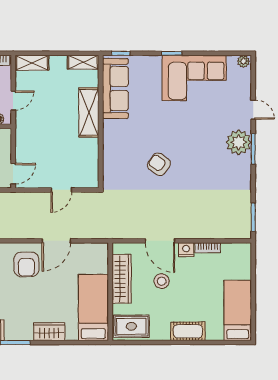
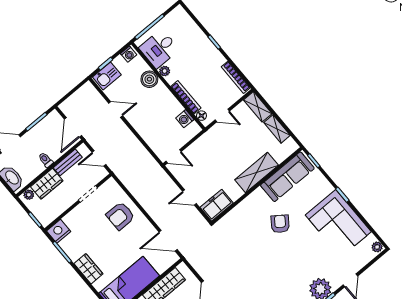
shelving: (83, 62) -> (277, 129), moved
armchair: (159, 164) -> (280, 224), moved
freezer: (88, 172) -> (217, 205), added
door: (56, 241) -> (168, 241), moved

